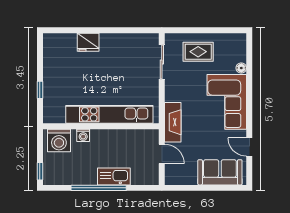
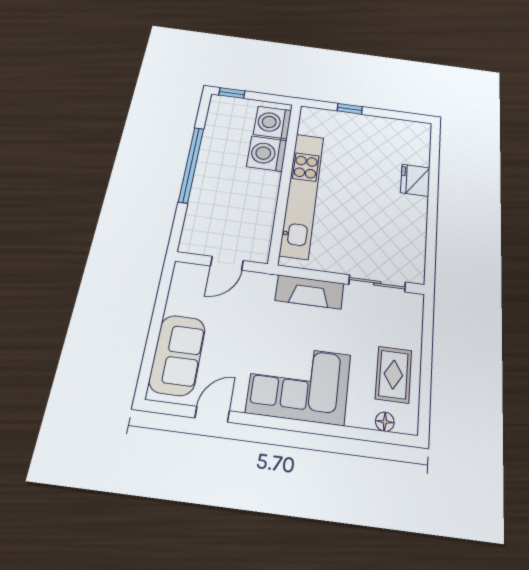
rug: (198, 52) -> (393, 374), moved
floor lamp: (241, 68) -> (385, 422), moved
fireplace: (173, 122) -> (309, 292), moved
washing machine: (83, 135) -> (267, 154), width x1.89, depth x1.89
kitchen sink: (114, 176) -> (204, 188), removed

